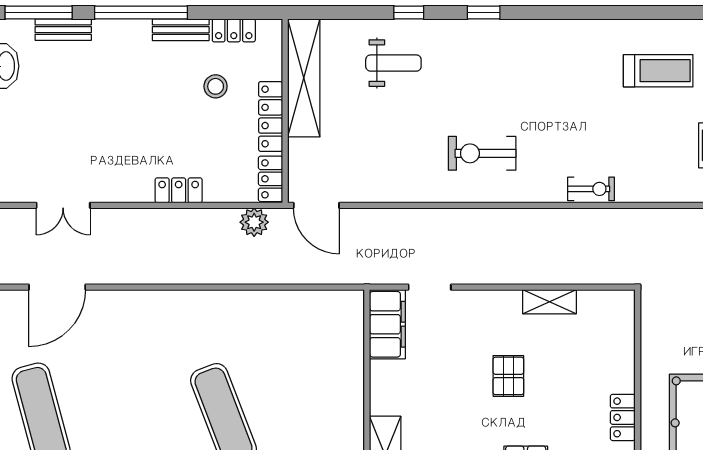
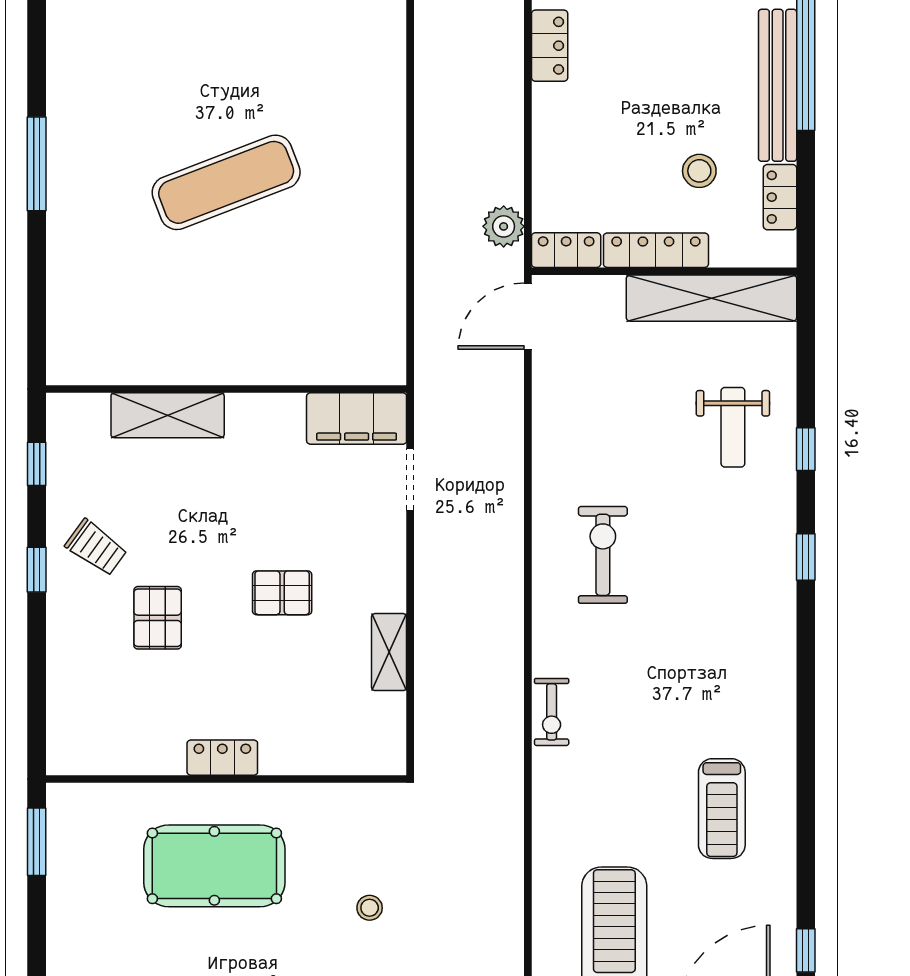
bench: (181, 30) -> (778, 85), width x1.86, depth x1.21
locker: (179, 190) -> (550, 46), moved

